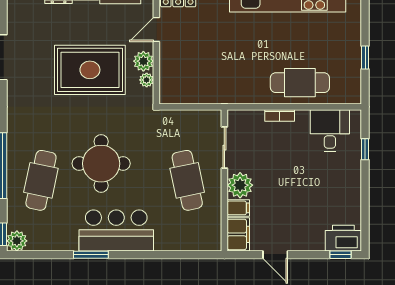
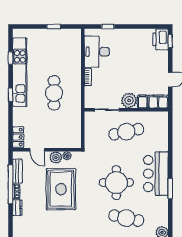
cafe table: (300, 83) -> (54, 93), moved
desk: (330, 131) -> (97, 52), width x1.37

